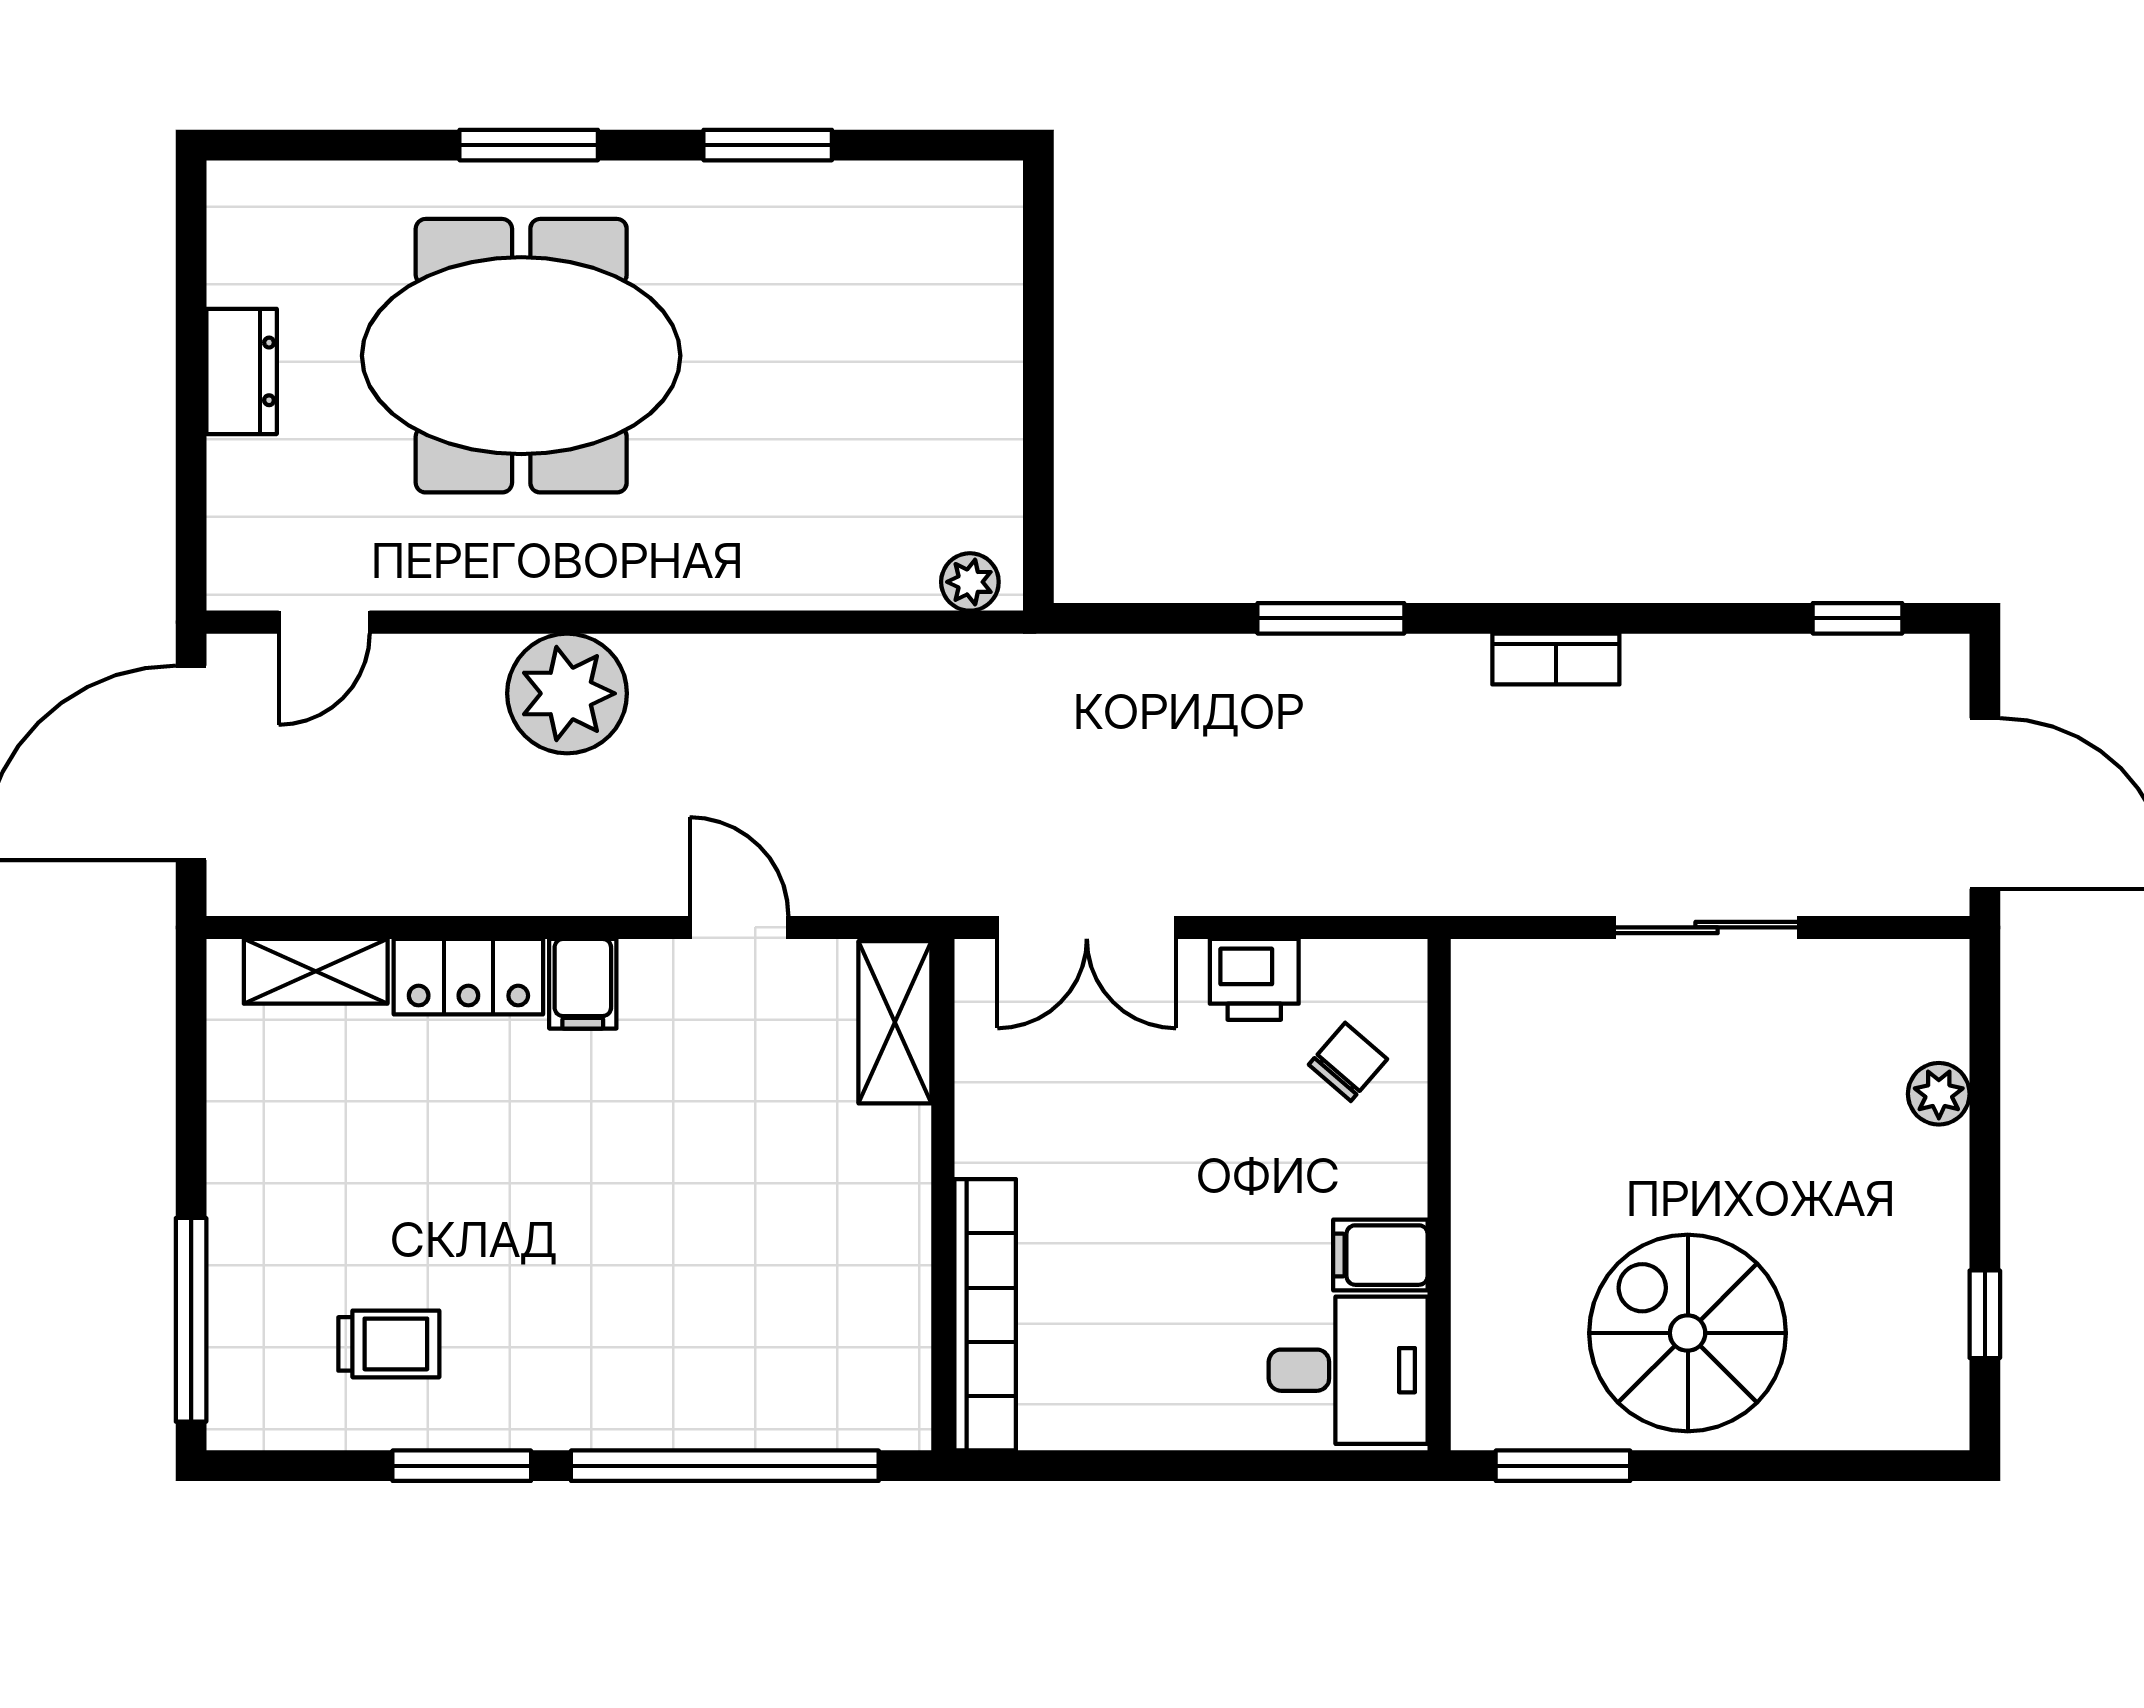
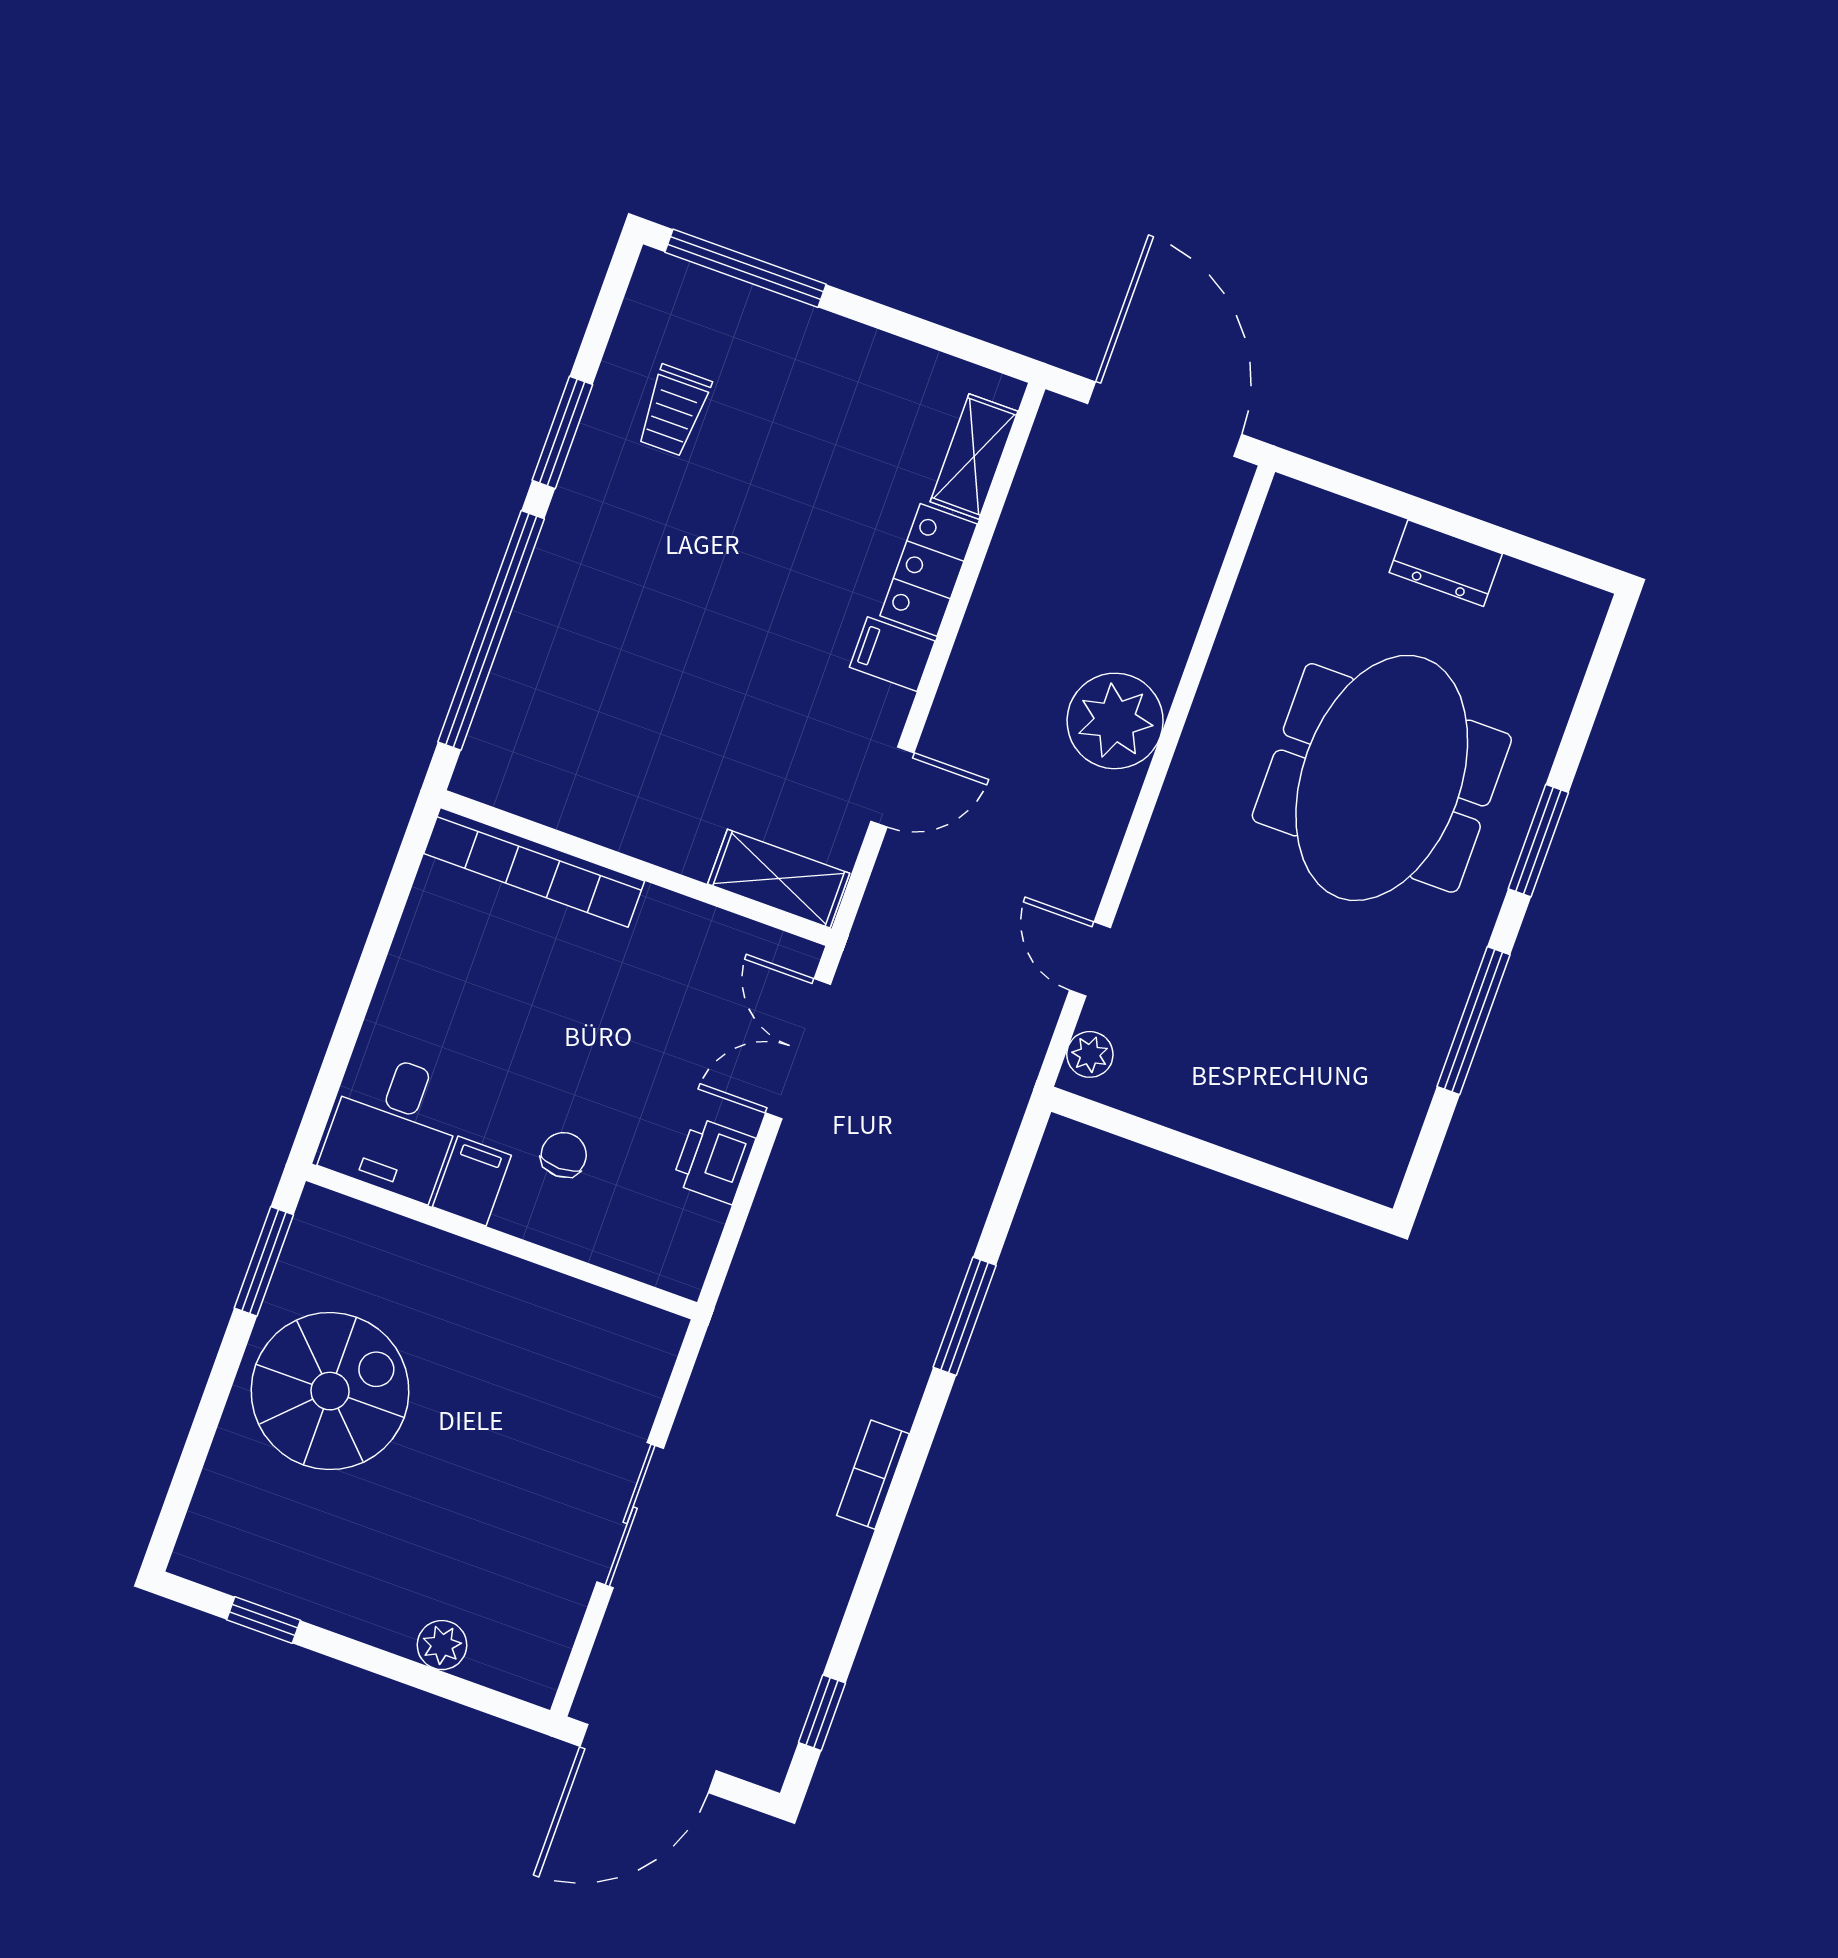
window: (768, 145) -> (1474, 1021), width x1.44
door: (324, 622) -> (1090, 959), moved
chair: (1348, 1062) -> (564, 1155), moved, turned -131

